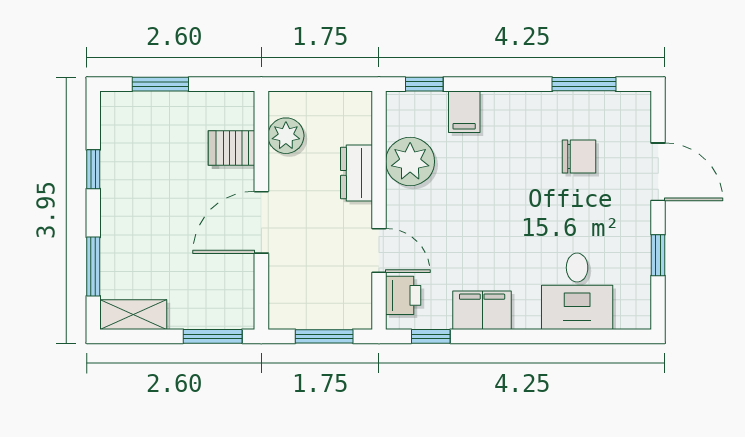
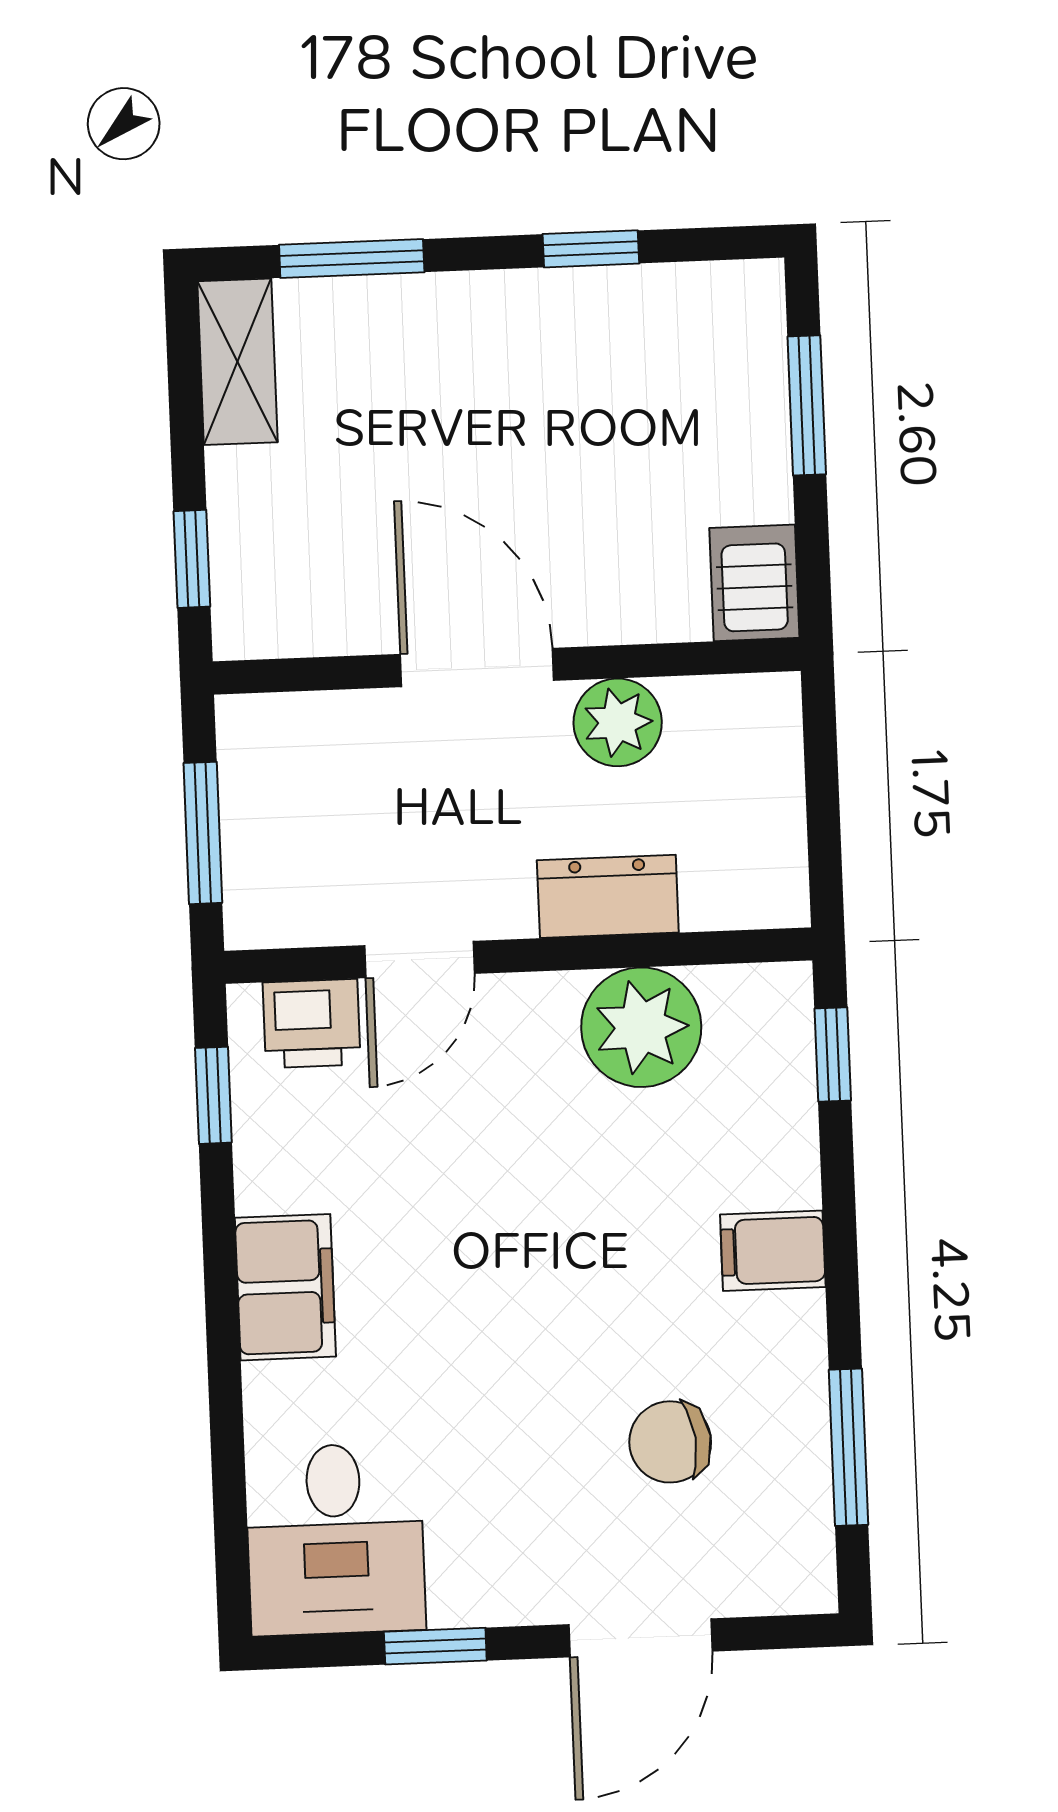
filing cabinet: (464, 112) -> (773, 1251), moved
plant: (286, 136) -> (618, 722), moved
server rack: (232, 148) -> (754, 583), moved
chair: (579, 157) -> (670, 1442), turned 83
desk: (577, 291) -> (335, 1539), moved, turned -90
filing cabinet: (482, 310) -> (285, 1287), moved
window: (213, 336) -> (192, 559), width x0.67

